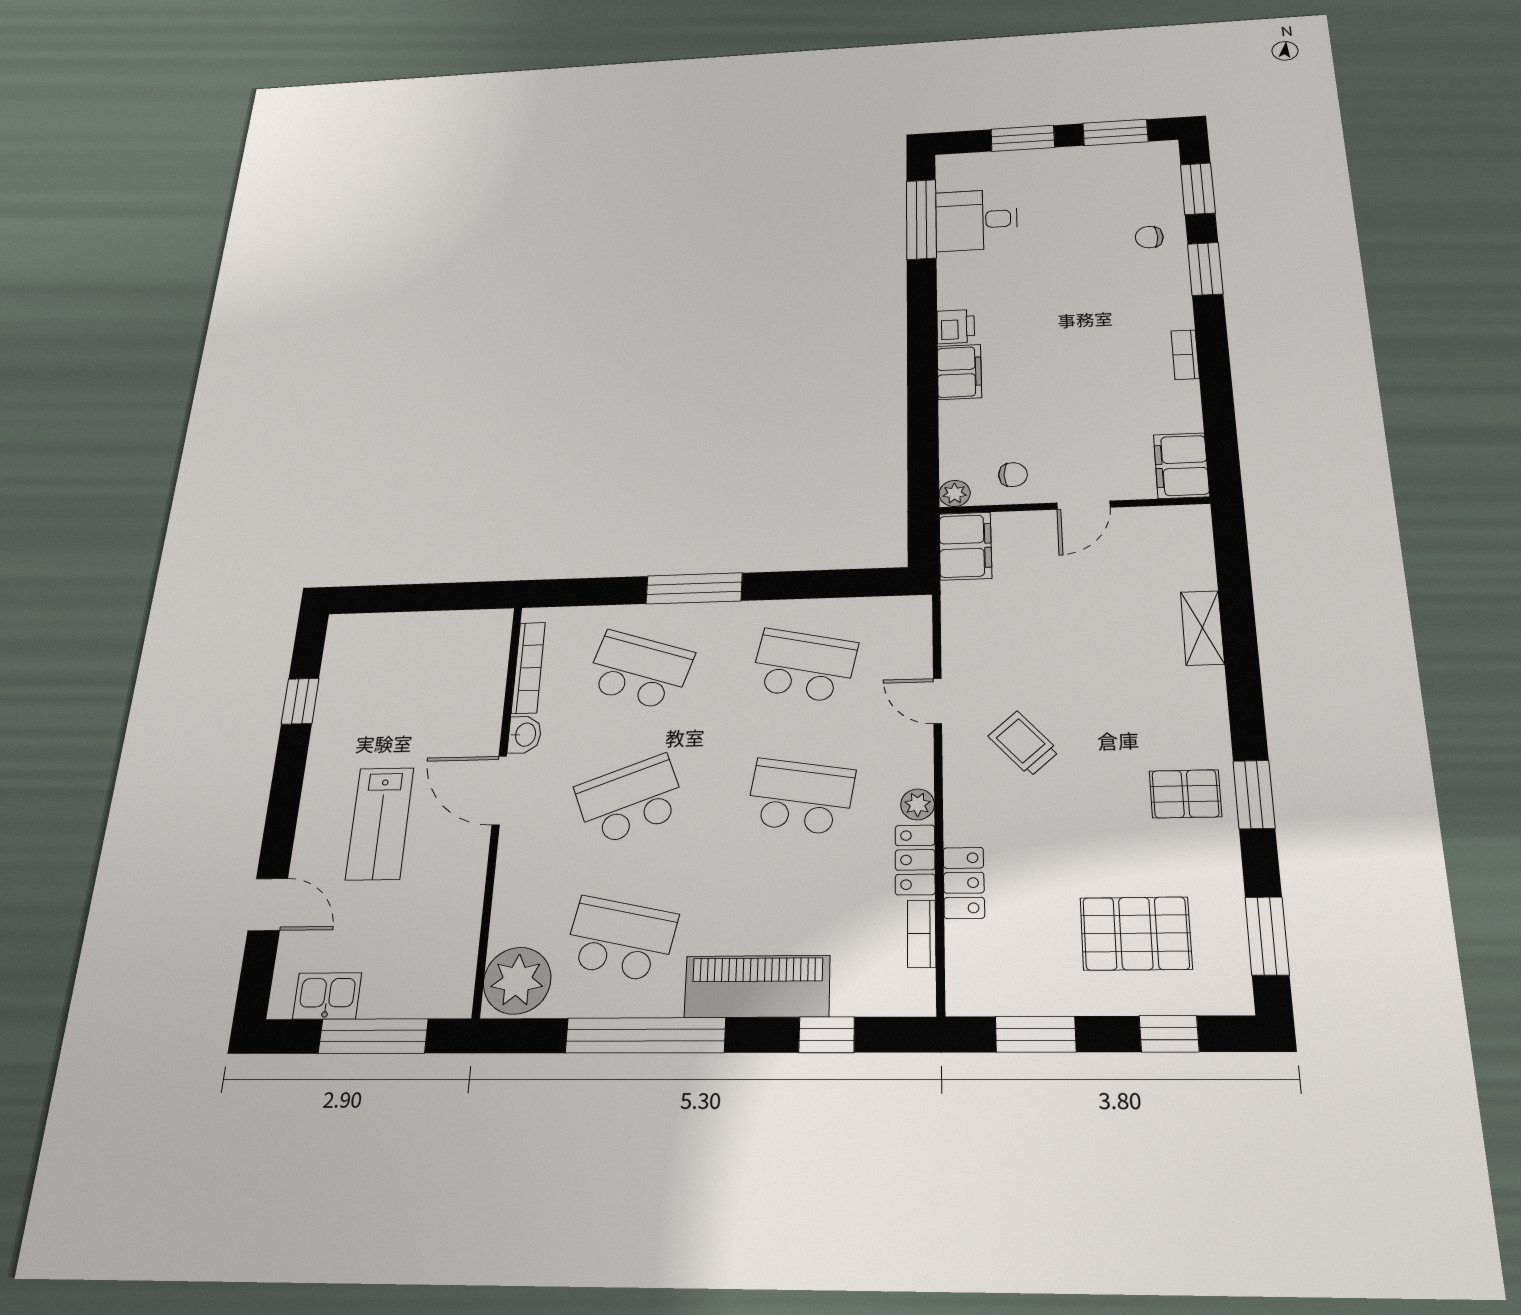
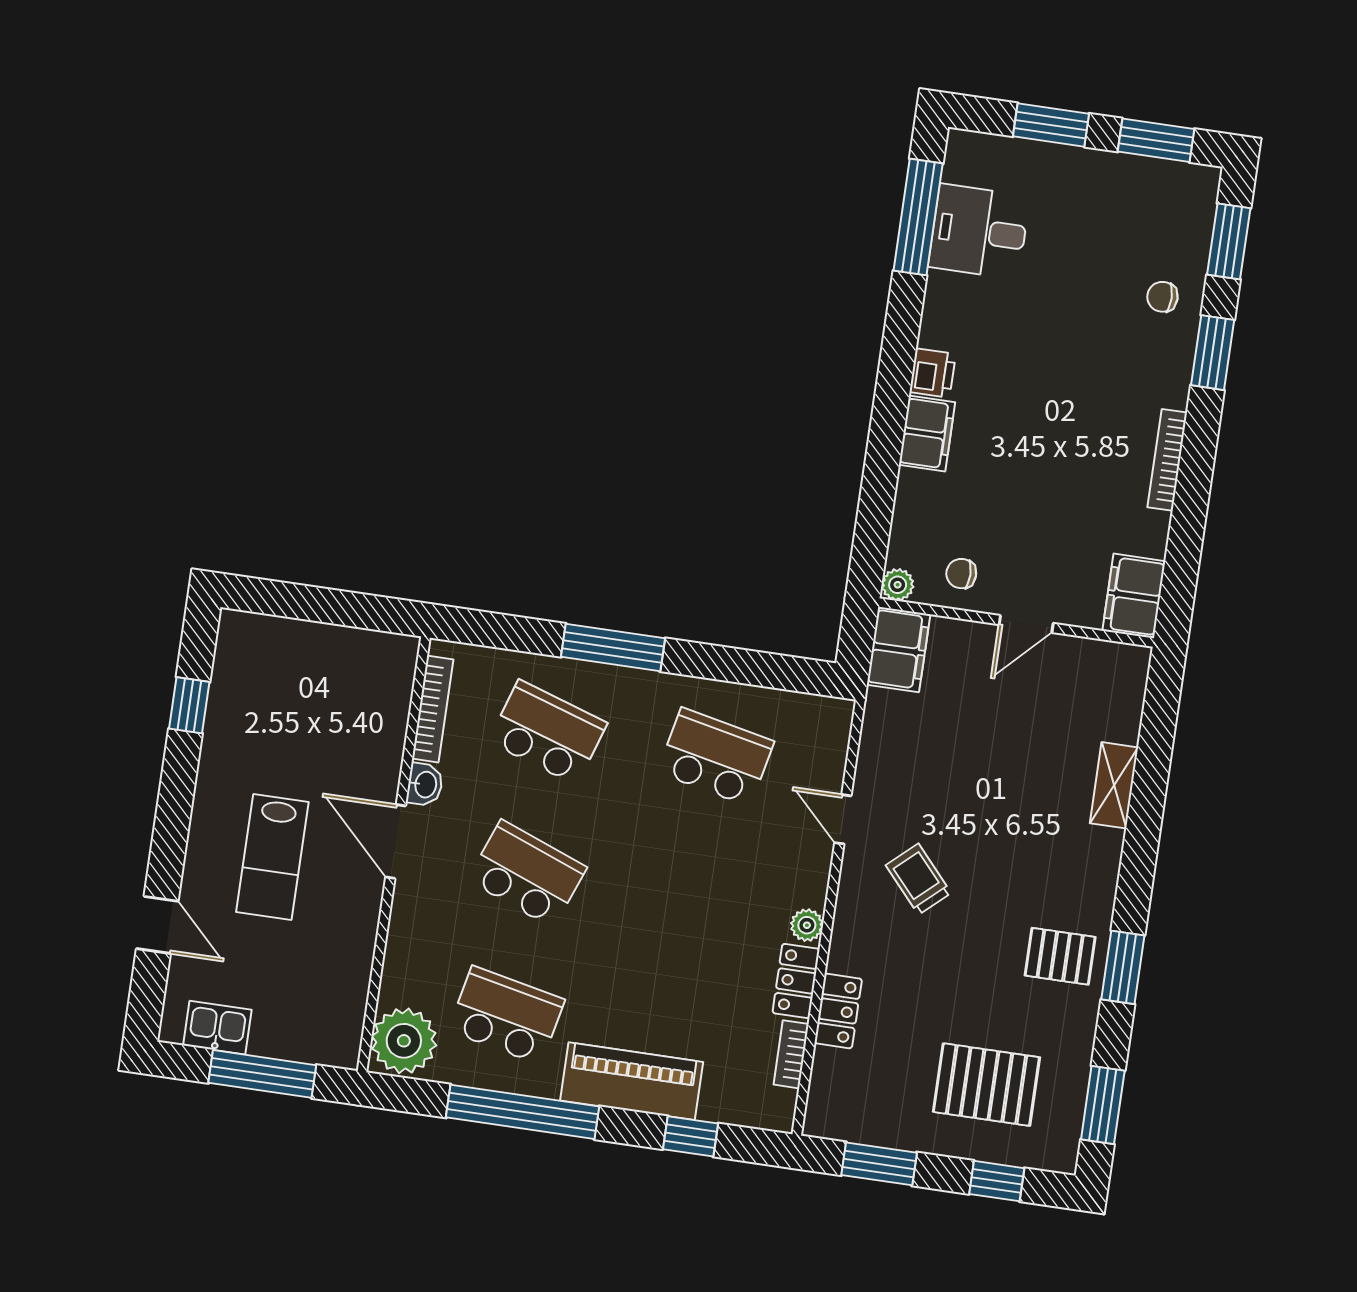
bookcase: (1185, 355) -> (1167, 460), width x1.56
chair: (1013, 475) -> (961, 574), turned 180
school desk: (801, 797) -> (695, 898), removed
school desk: (630, 800) -> (527, 874), turned 42

